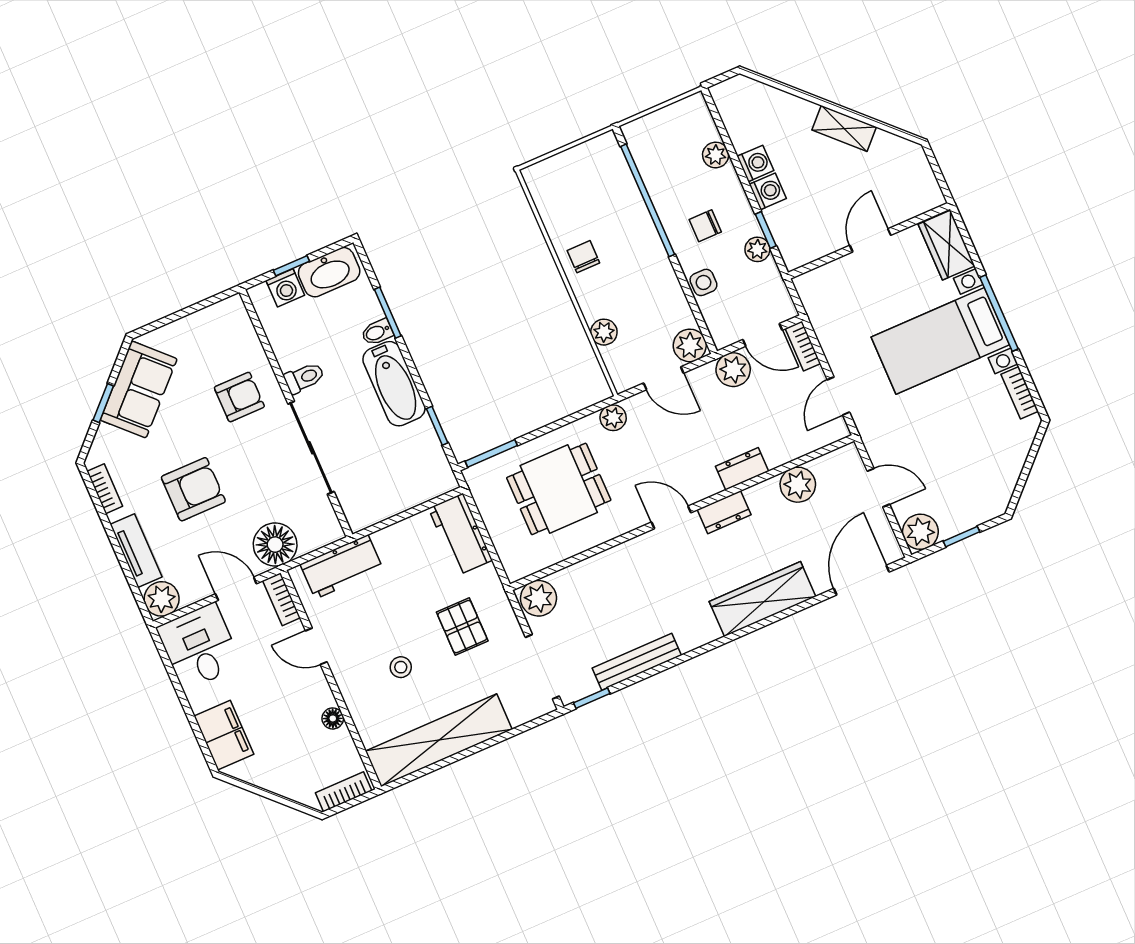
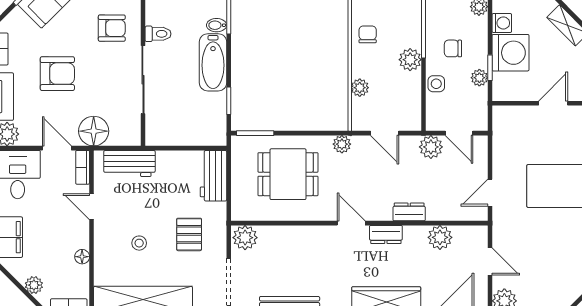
washing machine: (768, 191) -> (511, 53), width x1.89, depth x1.89
plant: (690, 345) -> (410, 60), moved
bookcase: (803, 346) -> (481, 151), removed
plant: (285, 784) -> (34, 285), added

